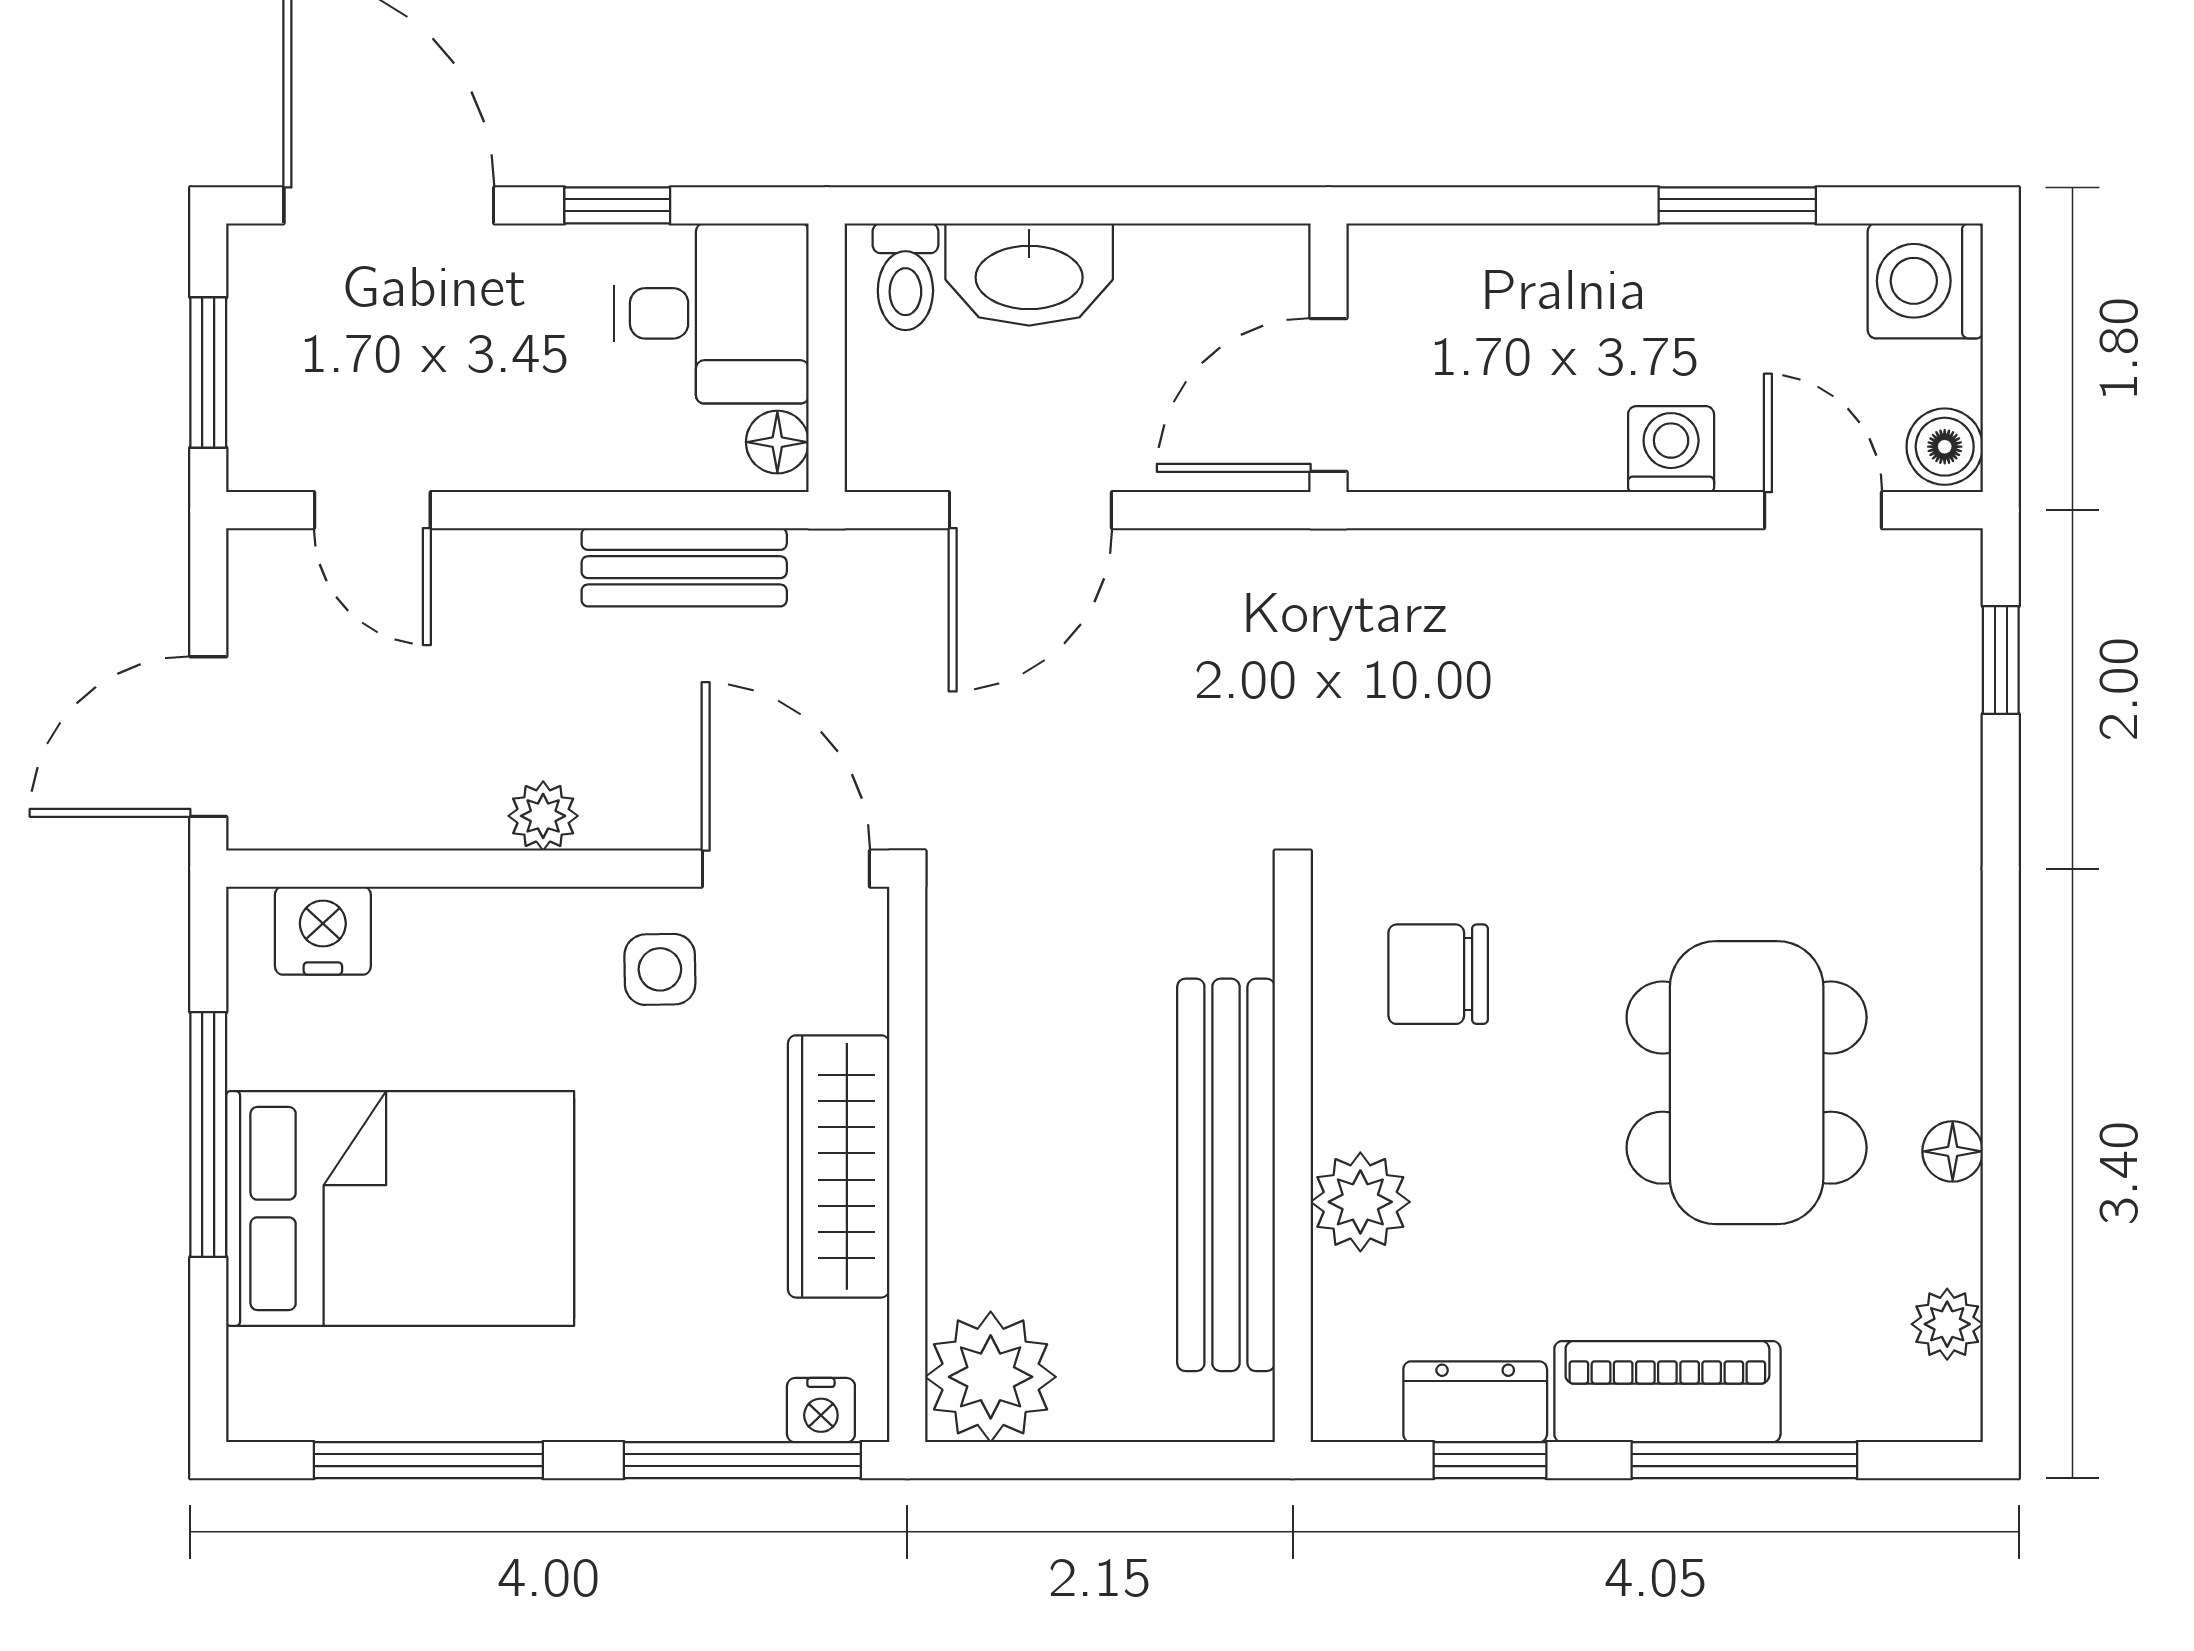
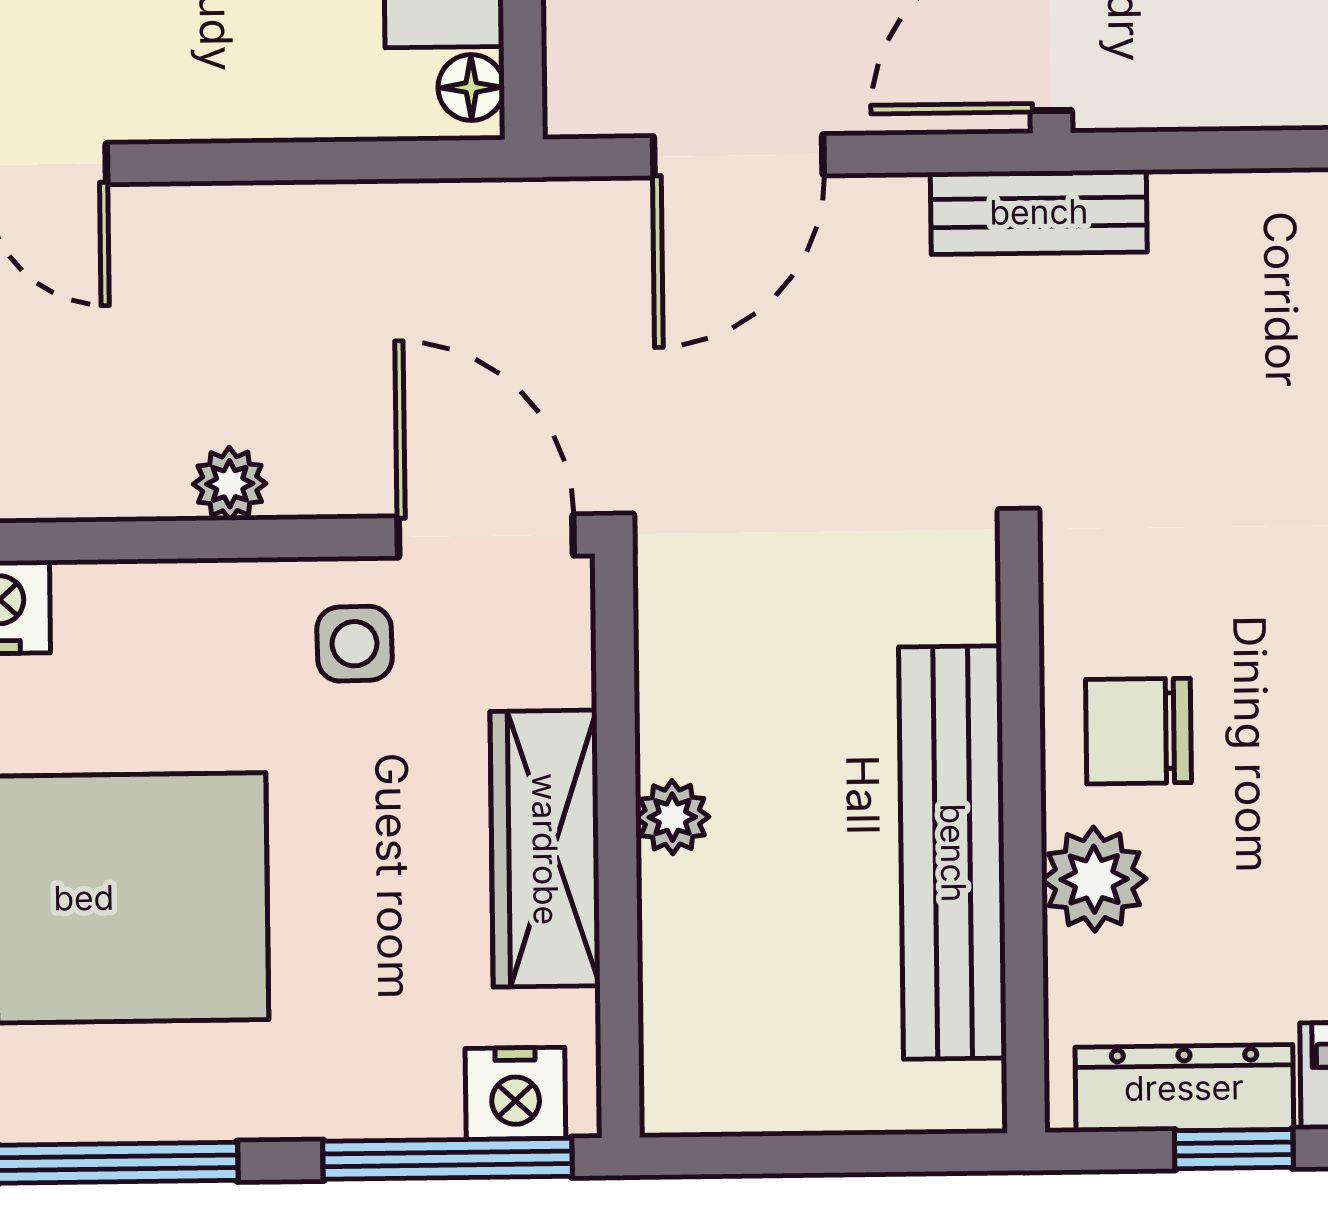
bench: (684, 567) -> (1039, 212), moved
chair: (1438, 974) -> (1138, 731), moved
plant: (991, 1377) -> (672, 817), moved, width x0.53, depth x0.53
dresser: (1475, 1402) -> (1184, 1088), width x1.44
nightstand: (821, 1410) -> (515, 1093), width x1.39, depth x1.35

